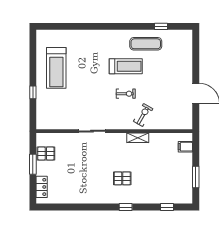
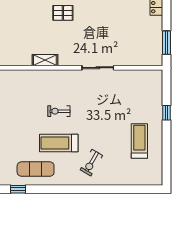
treadmill: (56, 68) -> (139, 141), width x0.73, depth x0.73
exercise bike: (143, 115) -> (91, 163), moved
pallet: (46, 154) -> (151, 42), removed
window: (33, 164) -> (167, 43), moved

